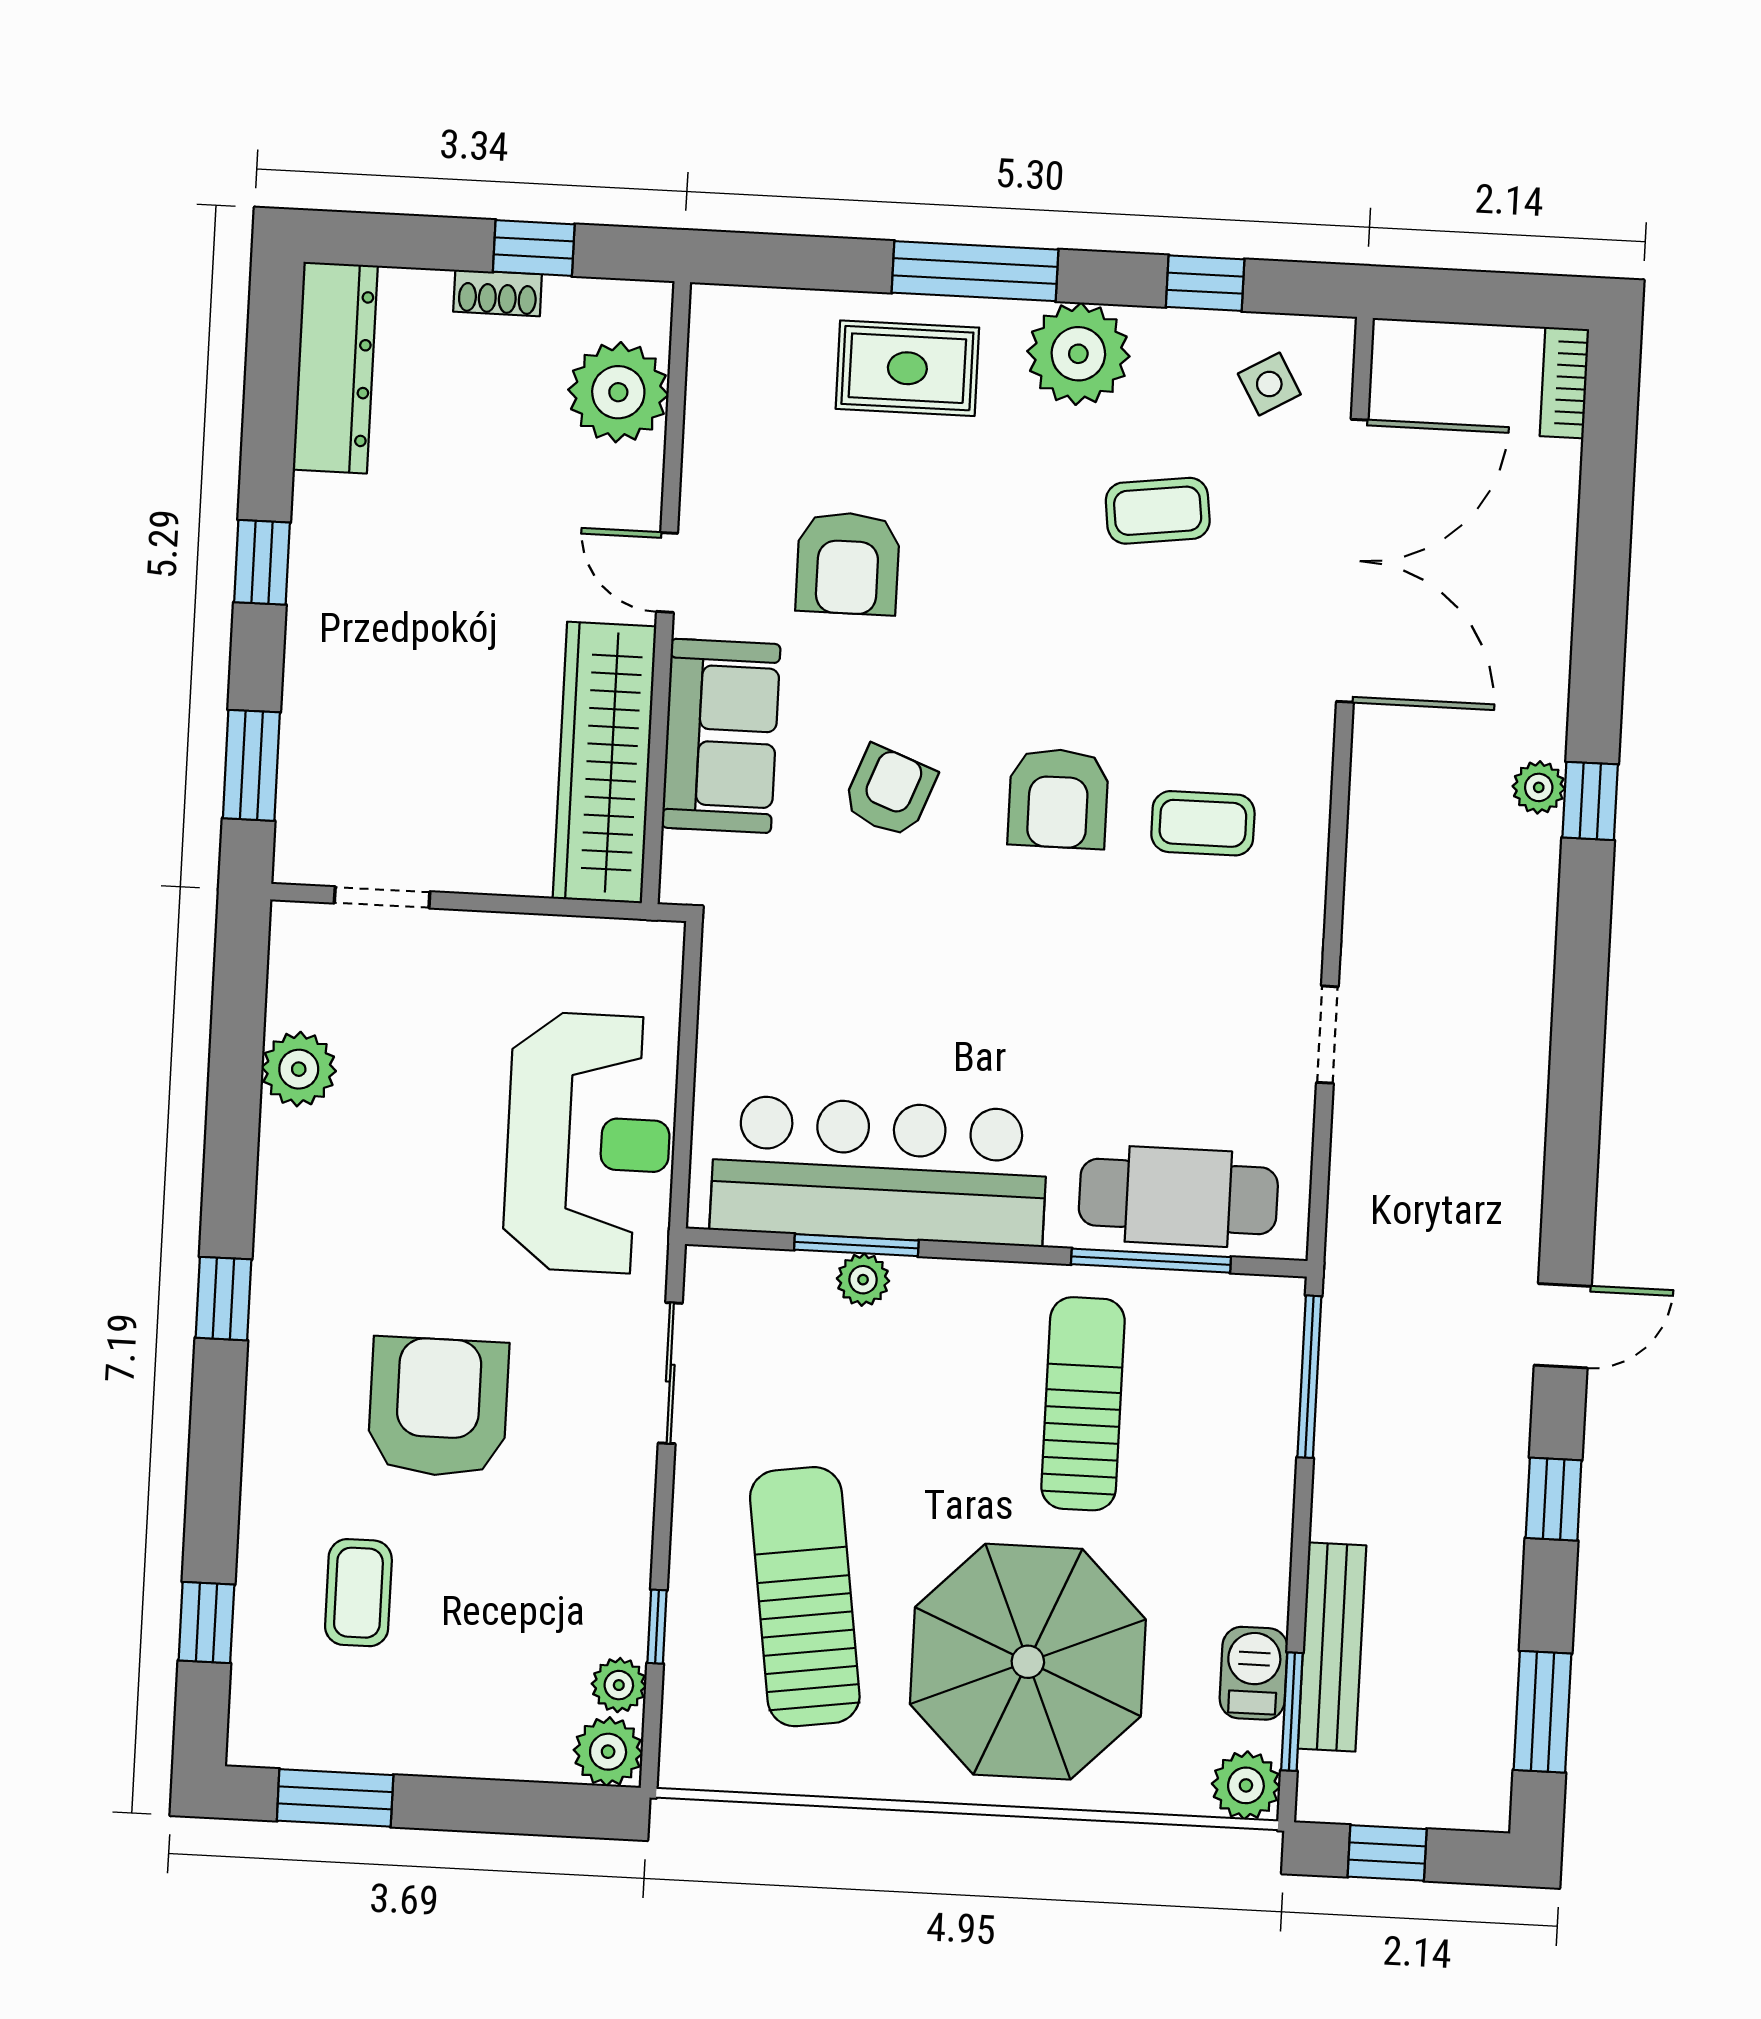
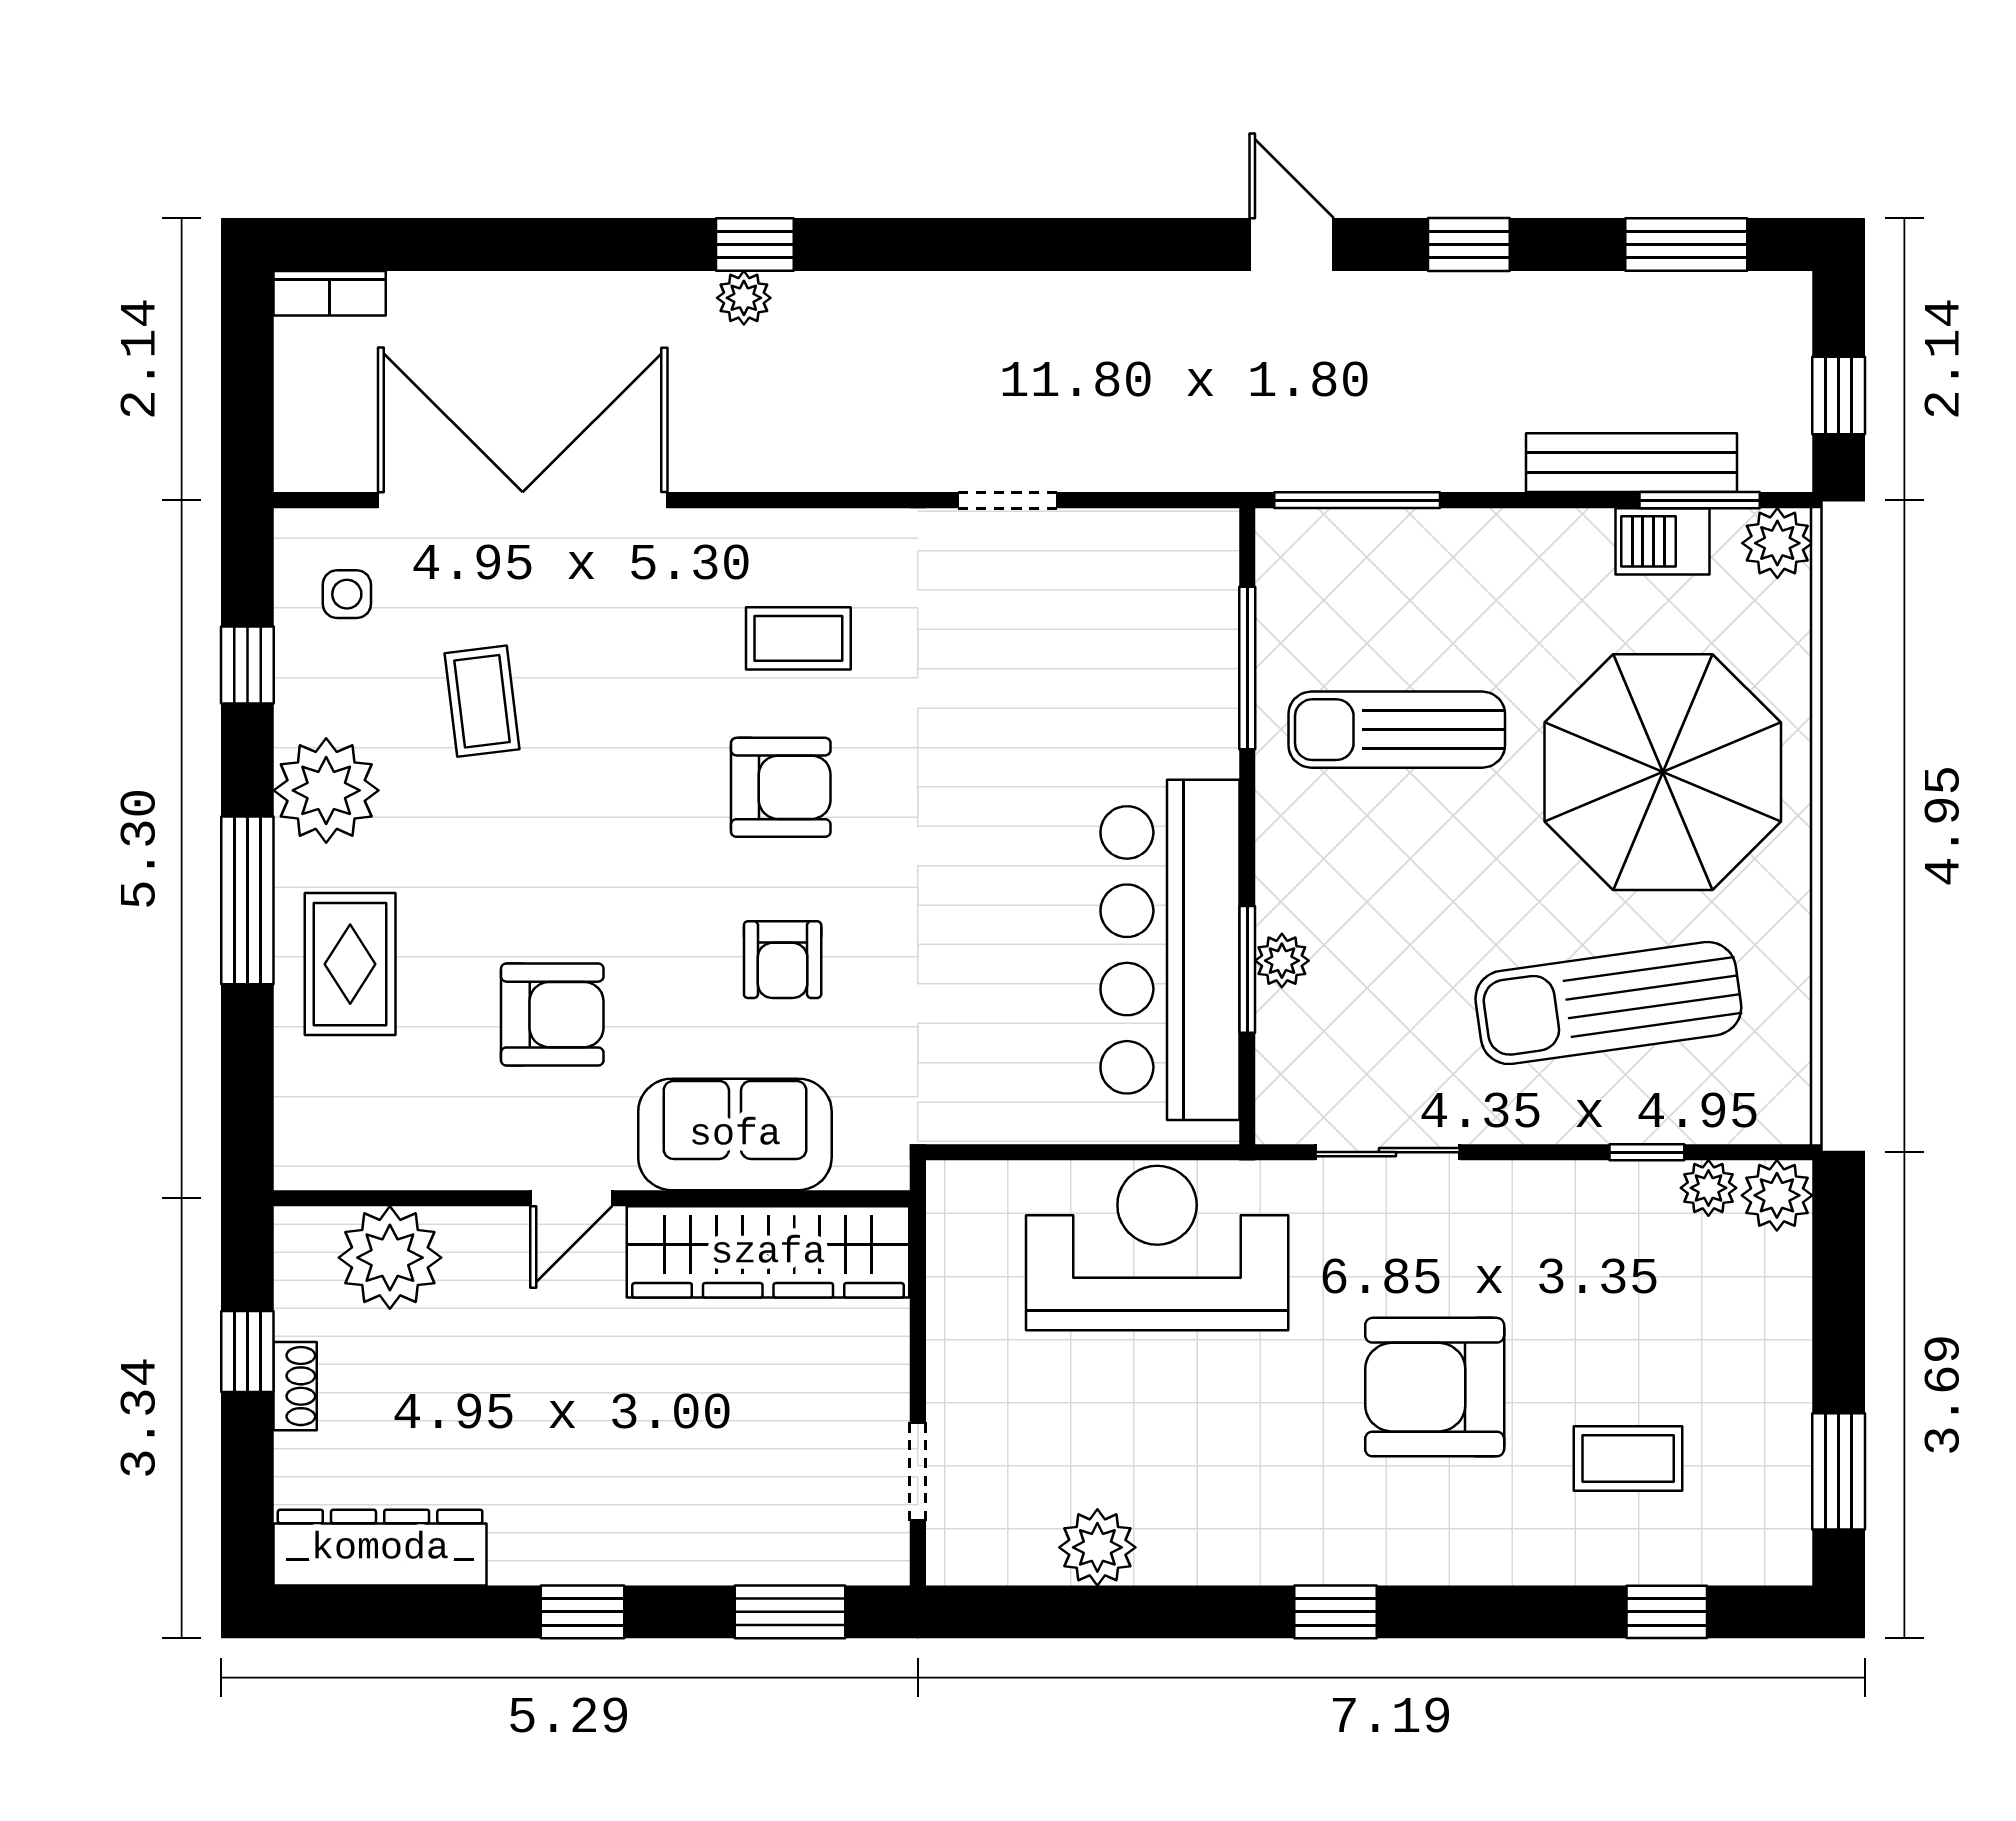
side table: (1269, 384) -> (347, 594), turned 30
armchair: (890, 791) -> (783, 960), turned -111
coffee table: (1203, 823) -> (798, 638), turned 90
cafe table: (1178, 1197) -> (1180, 643), removed

